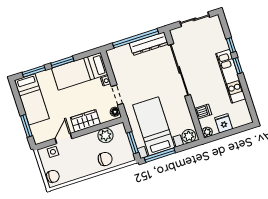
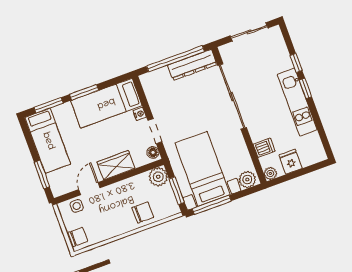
plant: (105, 135) -> (158, 177), moved

